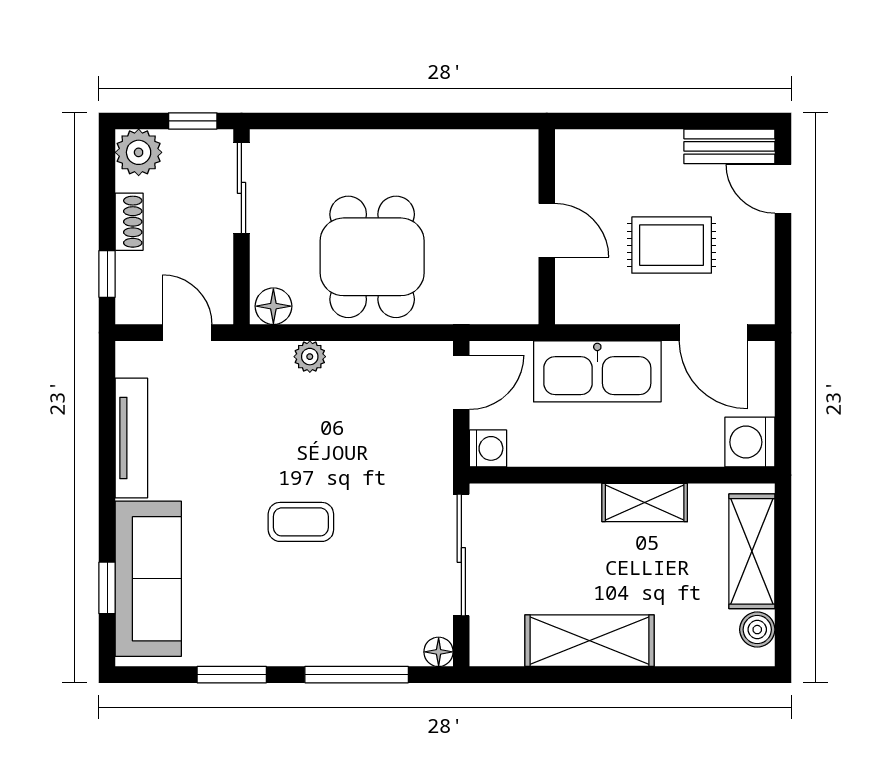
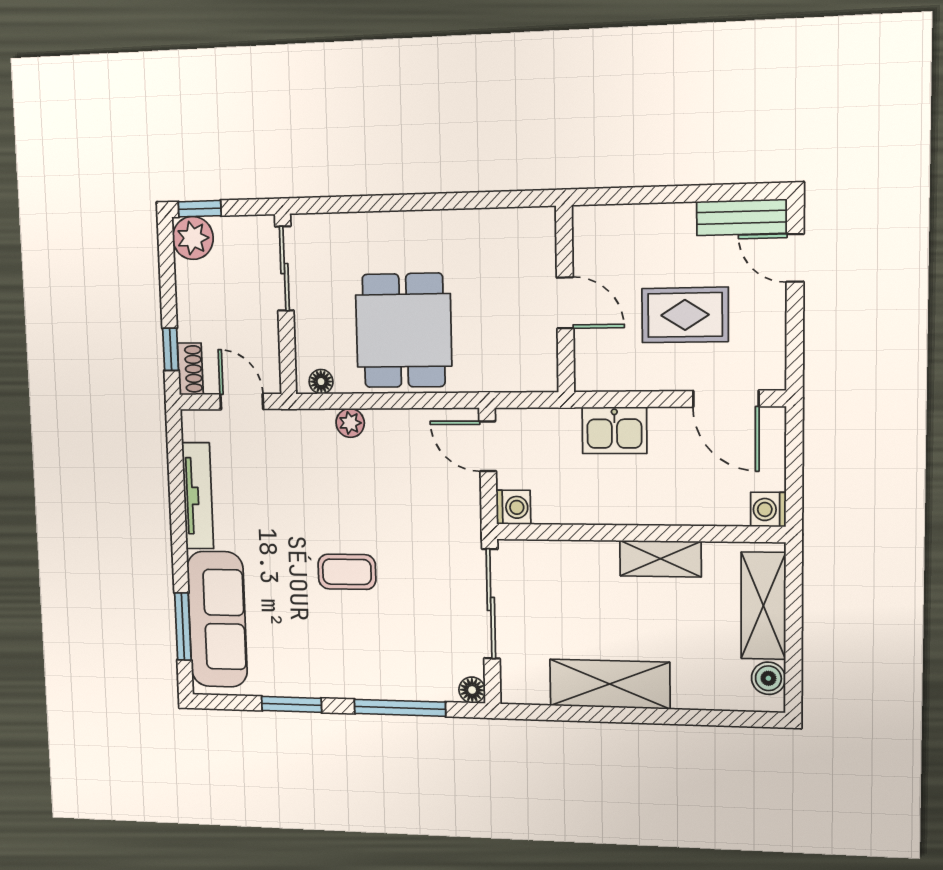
window: (193, 121) -> (200, 209), moved
shoe rack: (129, 222) -> (190, 369), moved
floor lamp: (273, 306) -> (321, 382), width x0.73, depth x0.73
kitchen sink: (597, 371) -> (614, 430), width x0.53, depth x0.81
door: (461, 382) -> (488, 446), swing flipped
washing machine: (750, 442) -> (768, 510), width x0.73, depth x0.73
window: (107, 588) -> (183, 627), width x1.50

